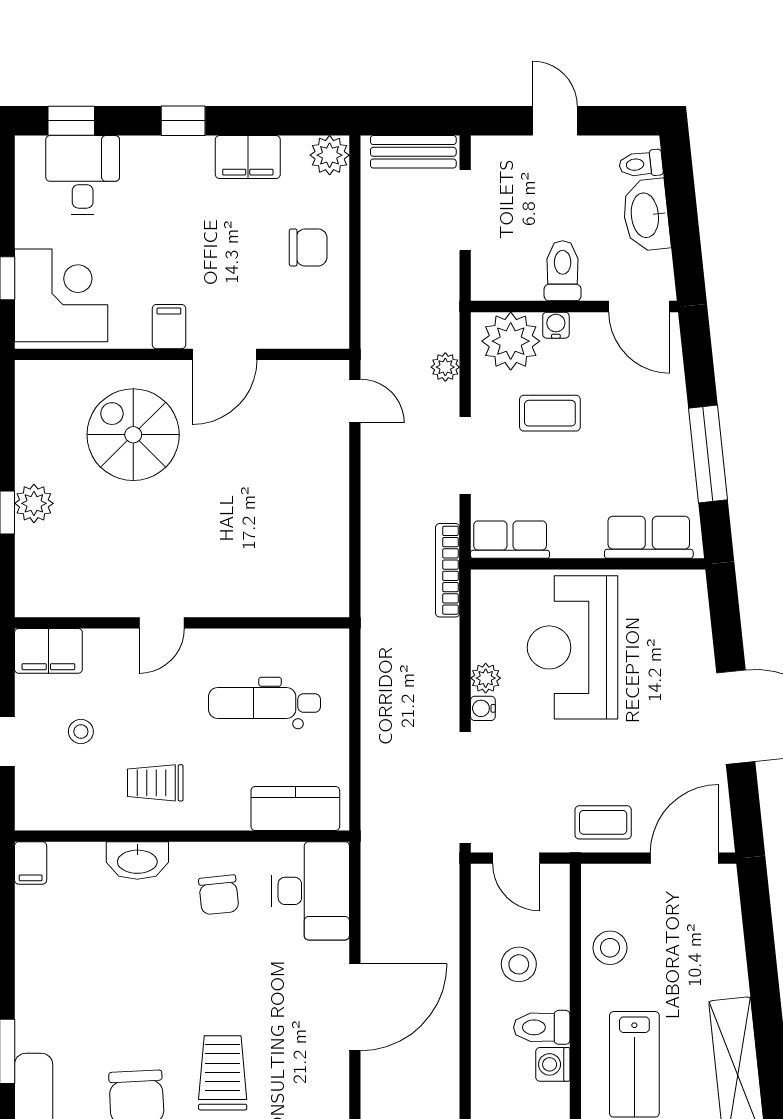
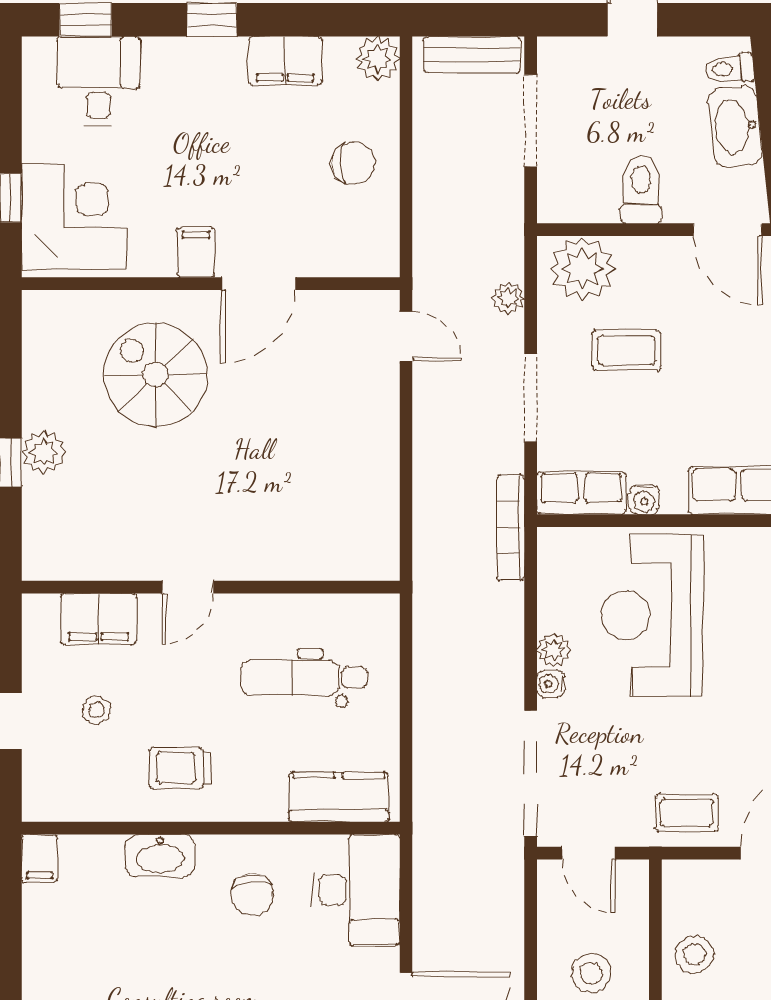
water cooler: (556, 325) -> (644, 500), moved, turned 180
filing cabinet: (48, 651) -> (99, 619), moved

